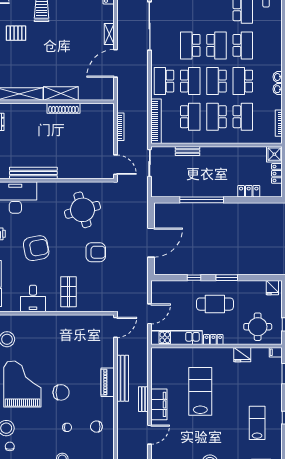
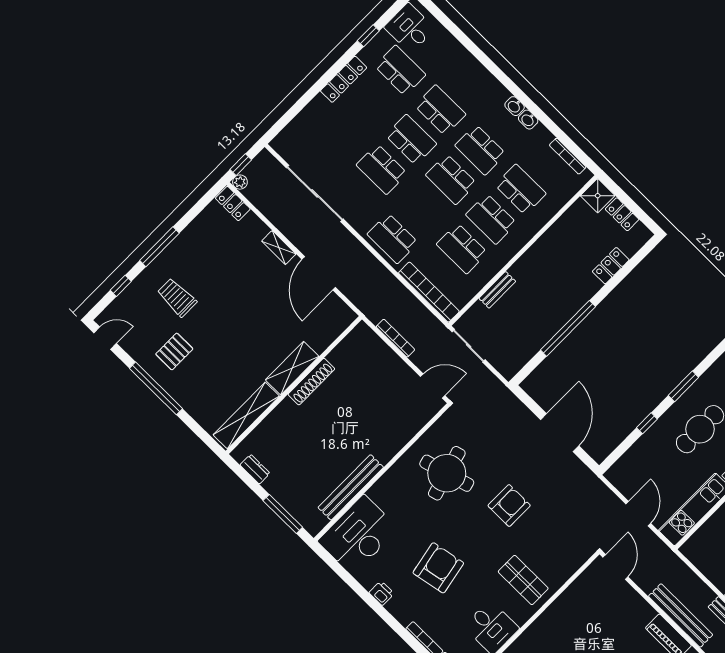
school desk: (190, 81) -> (422, 209), removed
school desk: (190, 117) -> (462, 249), turned 180

